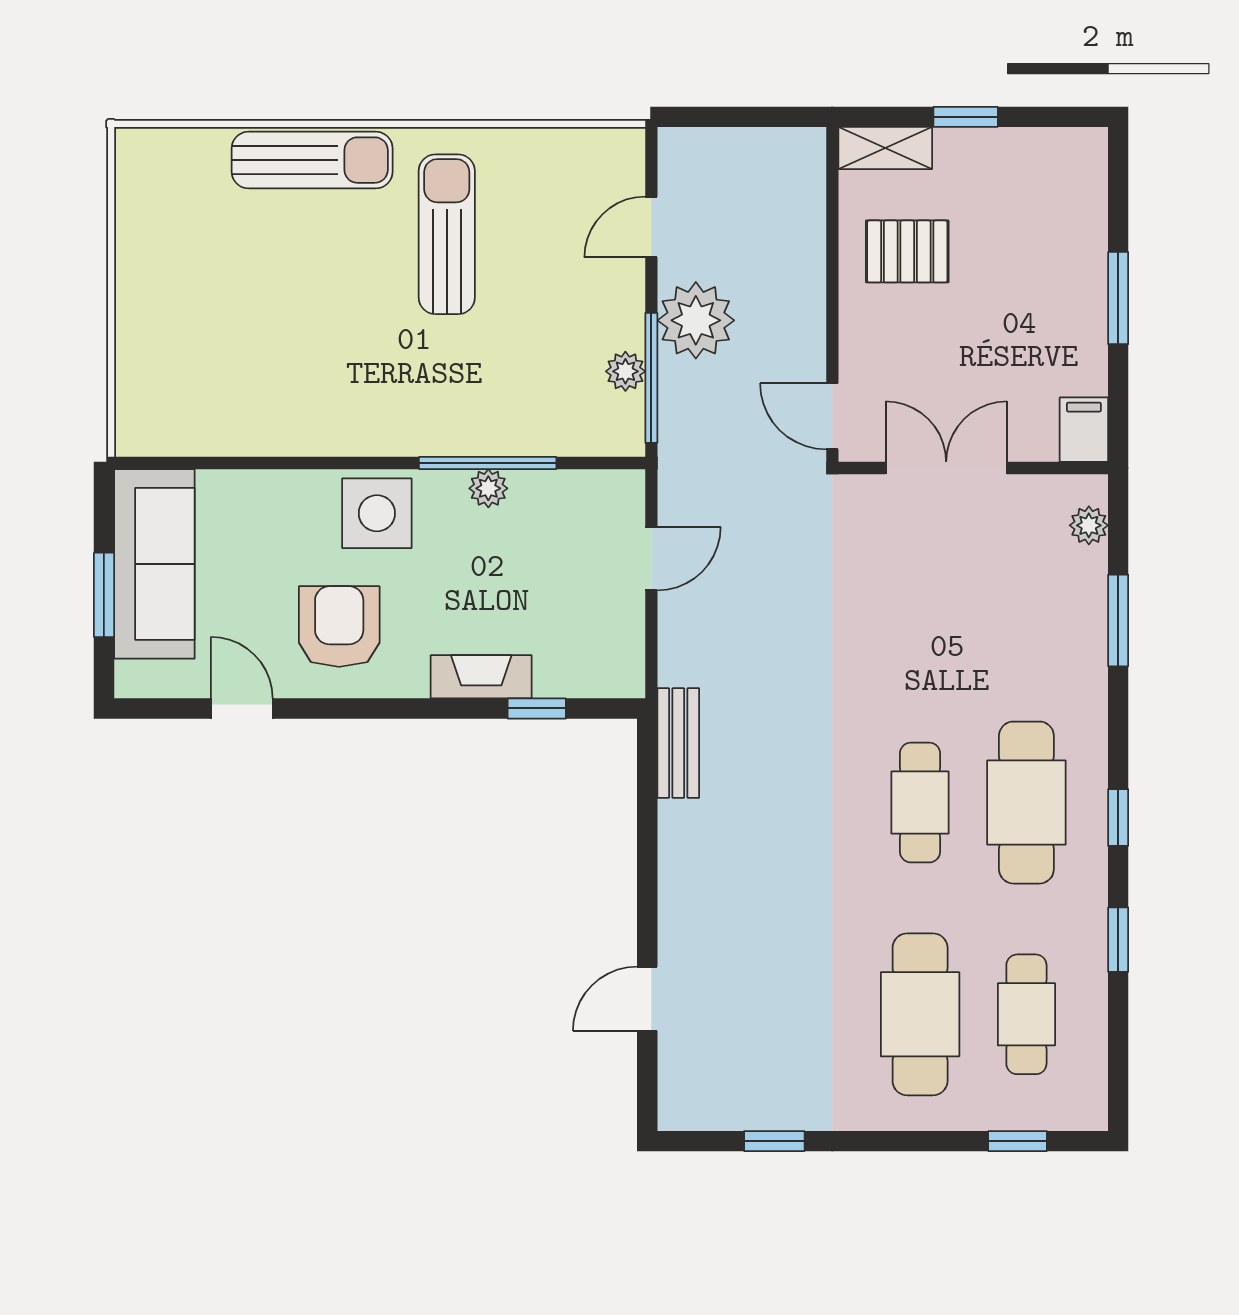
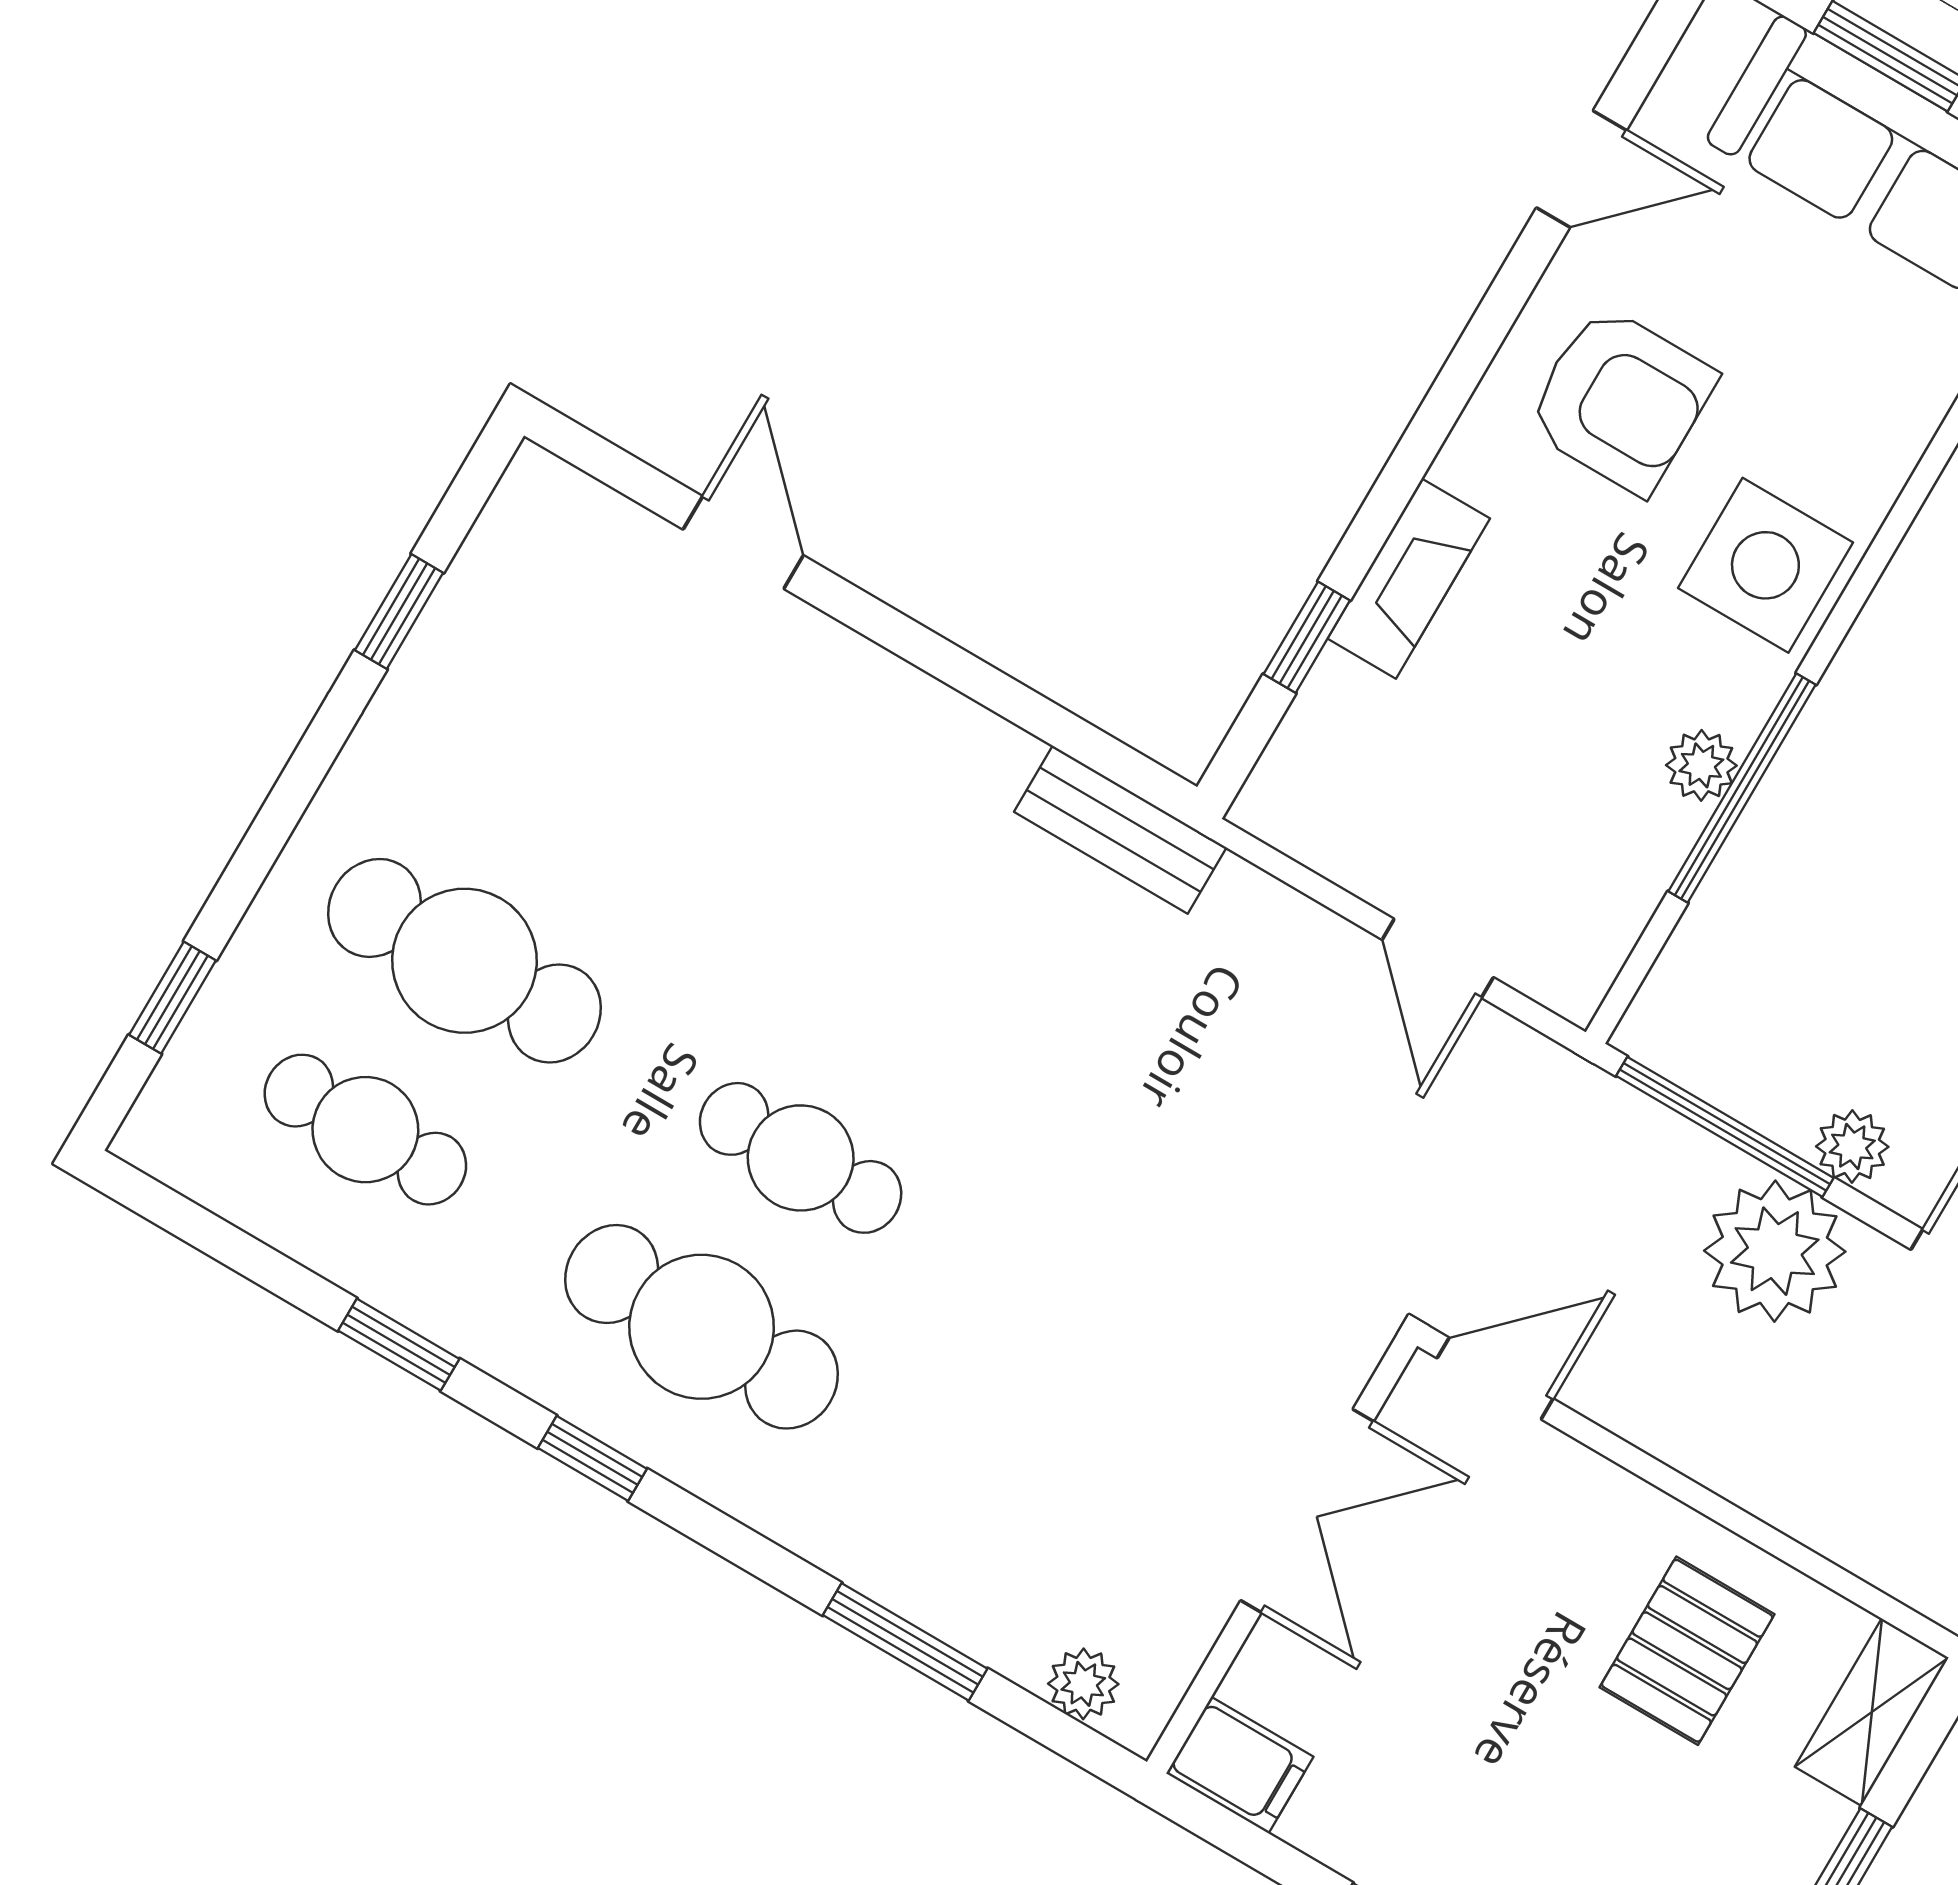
plant: (625, 371) -> (1852, 1147), moved

